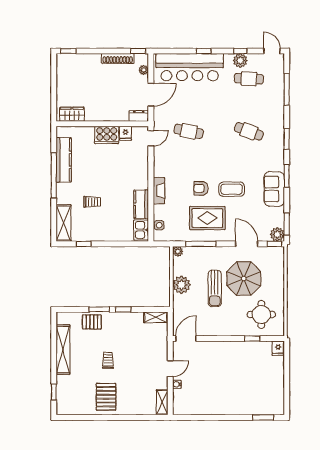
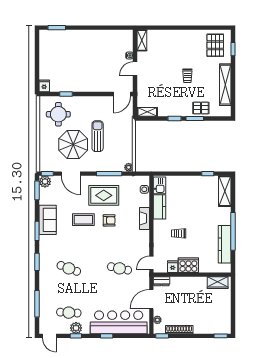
trolley: (92, 202) -> (179, 233), moved
plant: (182, 285) -> (125, 139), removed
pallet: (106, 397) -> (215, 45), moved

